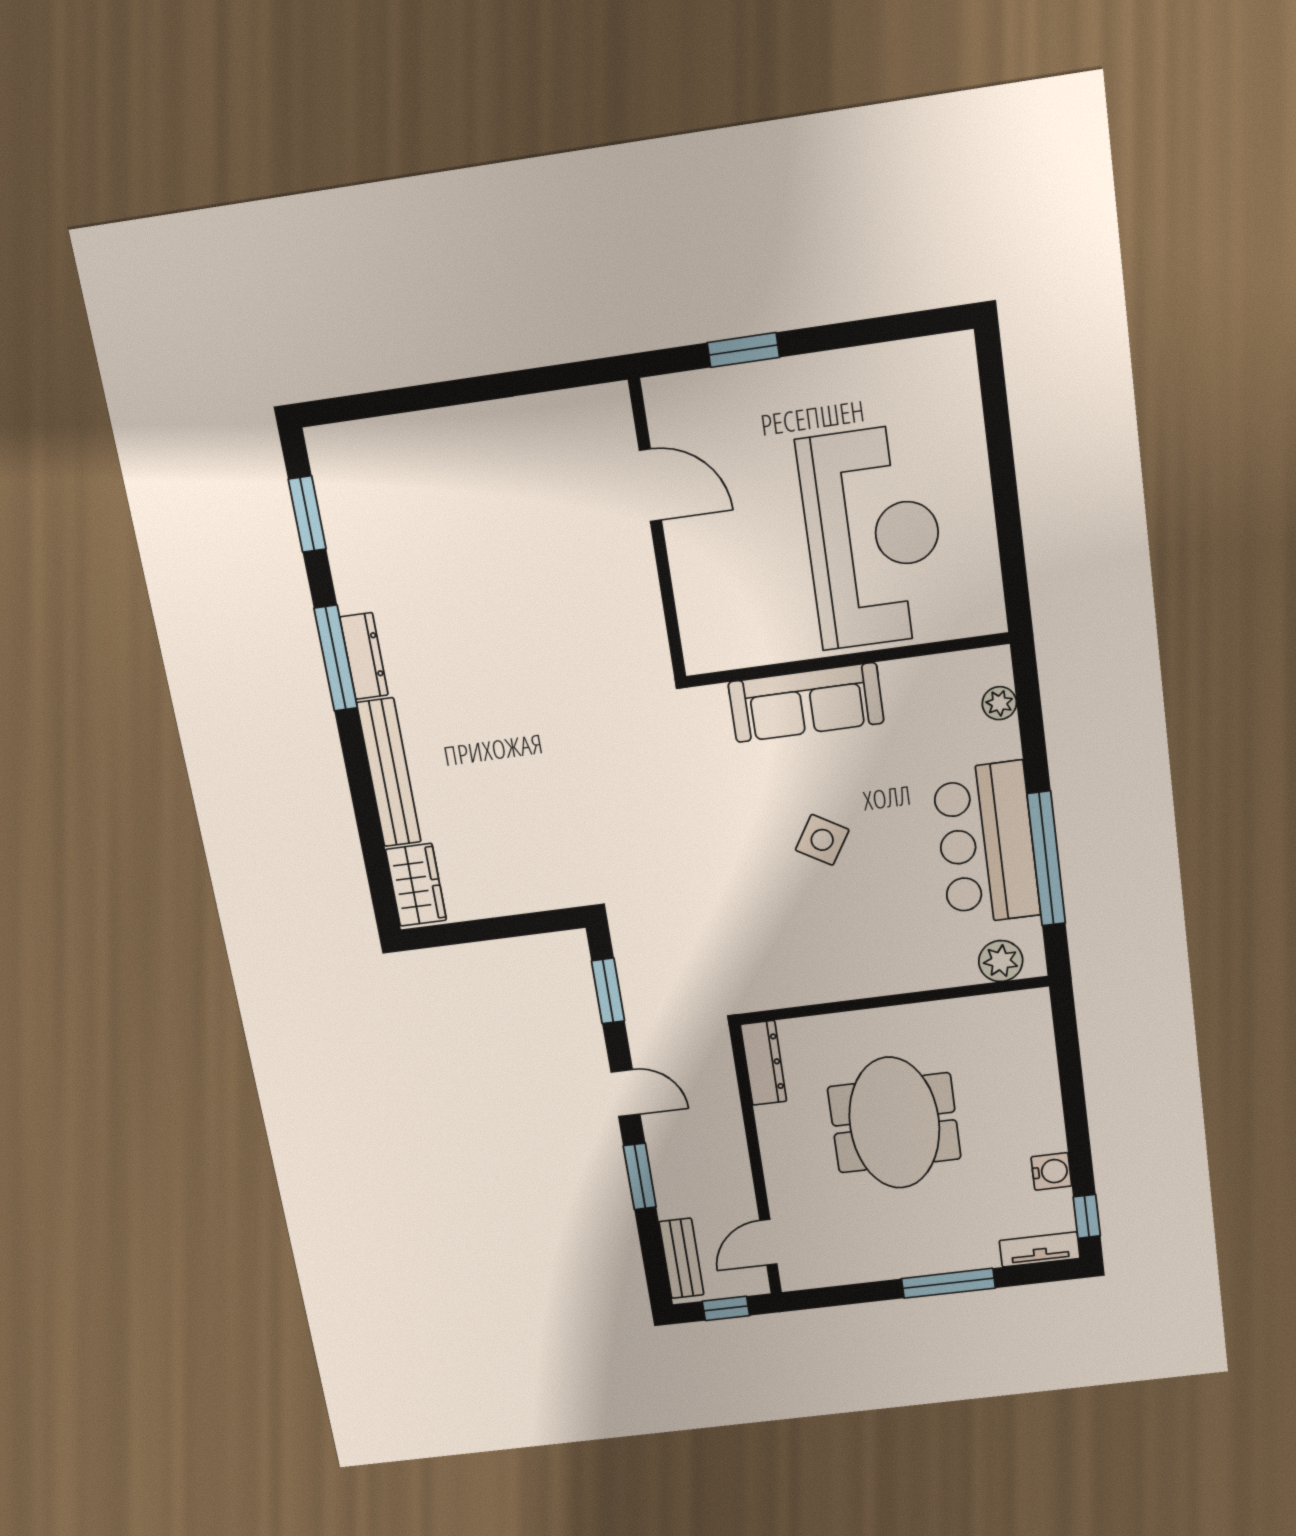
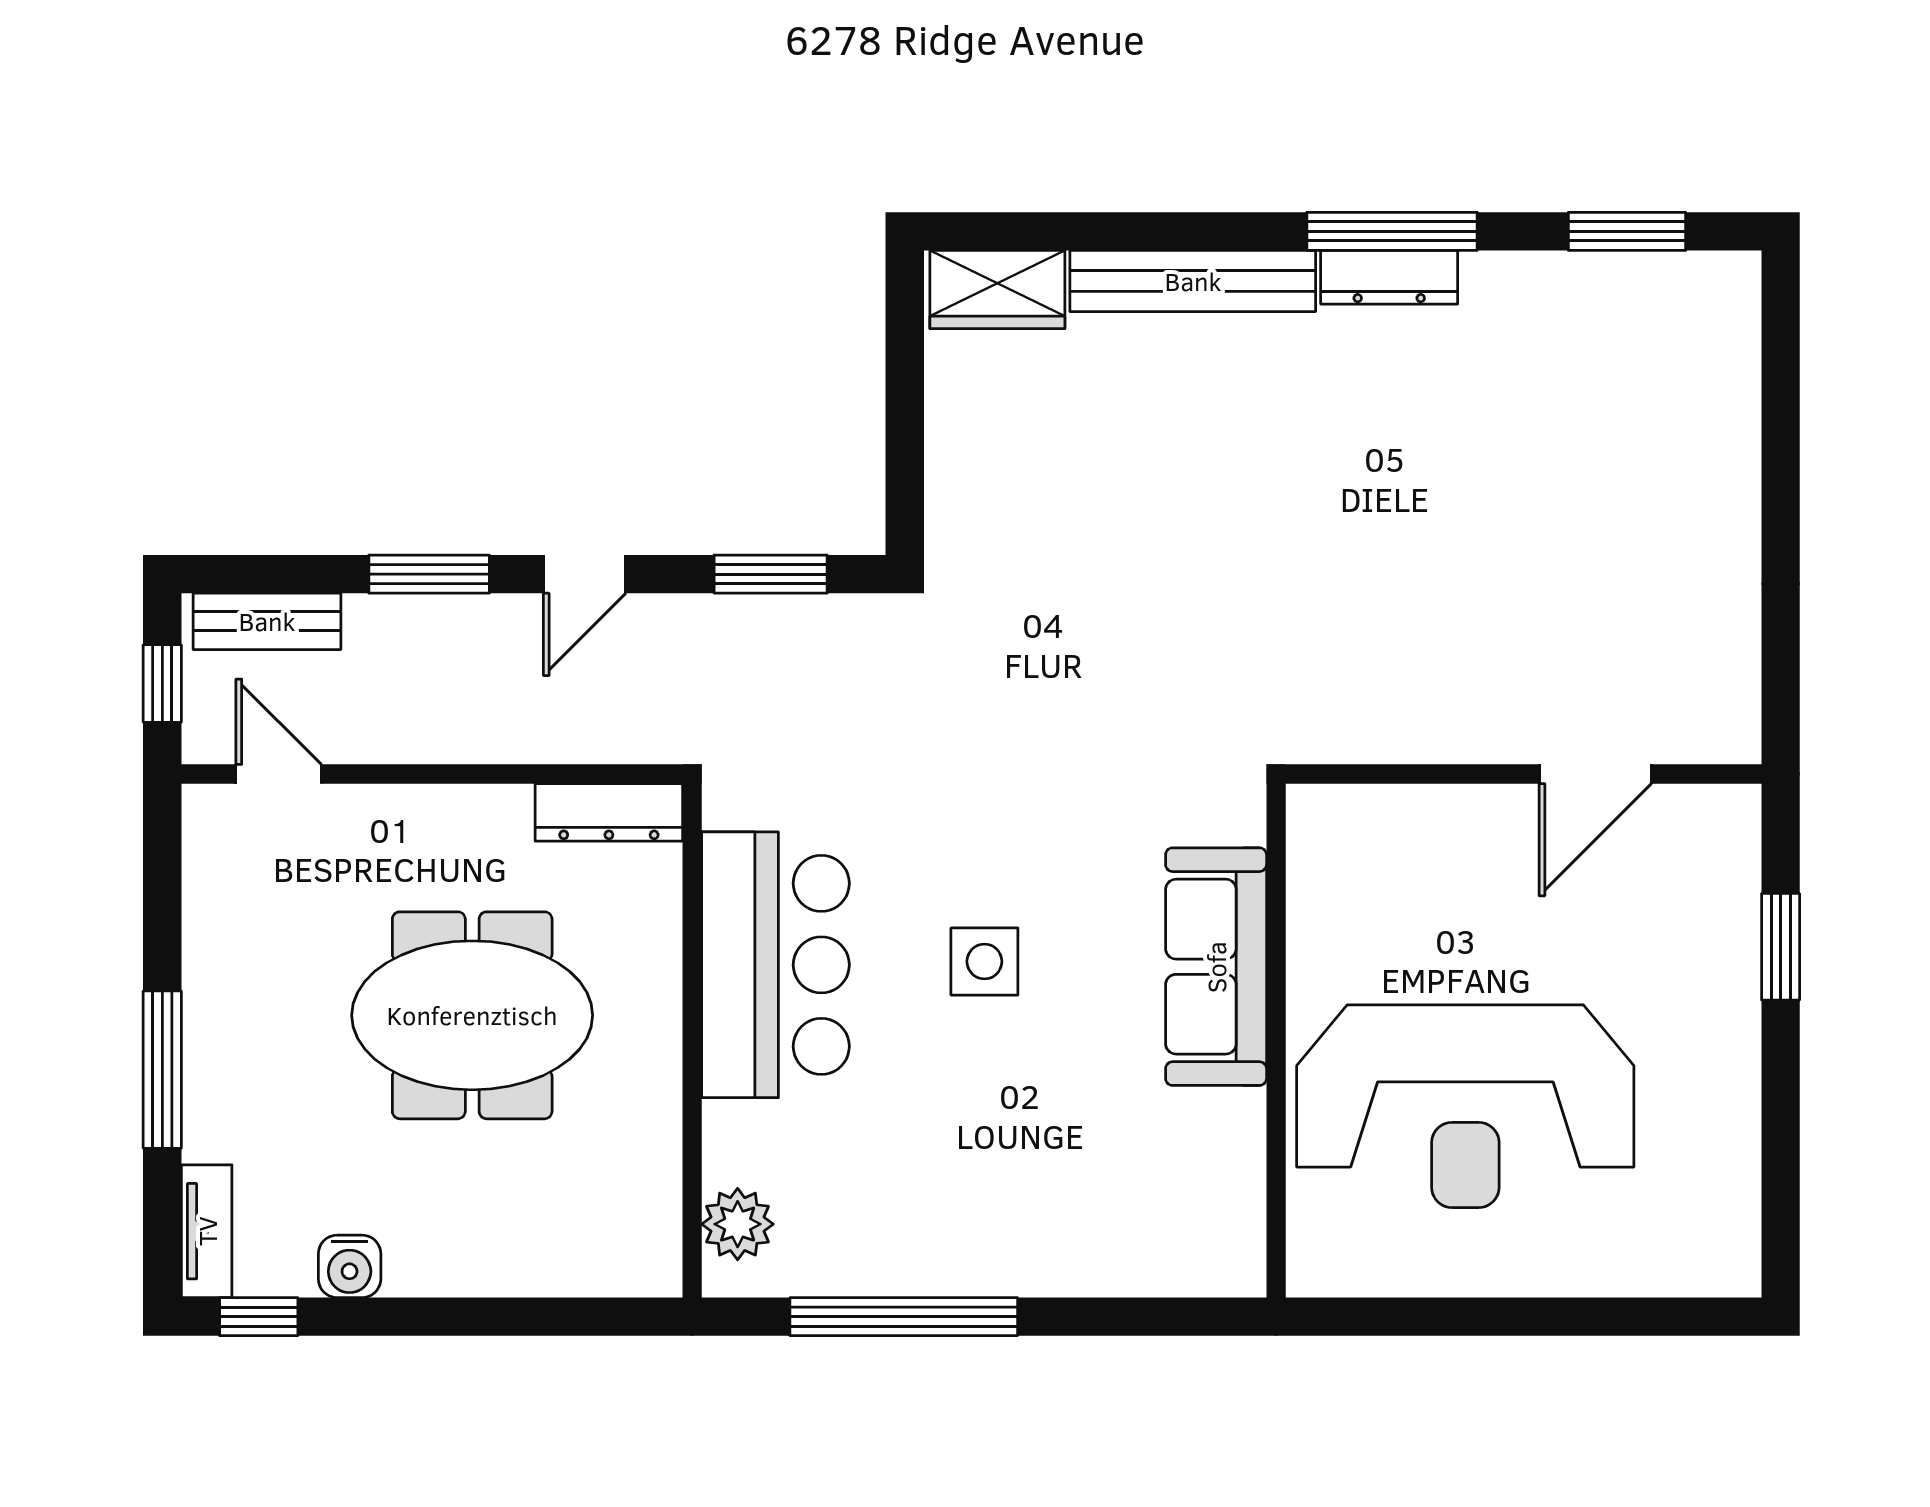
plant: (999, 703) -> (1173, 1271), removed
side table: (822, 840) -> (984, 961), turned -31
bar counter: (986, 844) -> (776, 965), moved, turned 90

